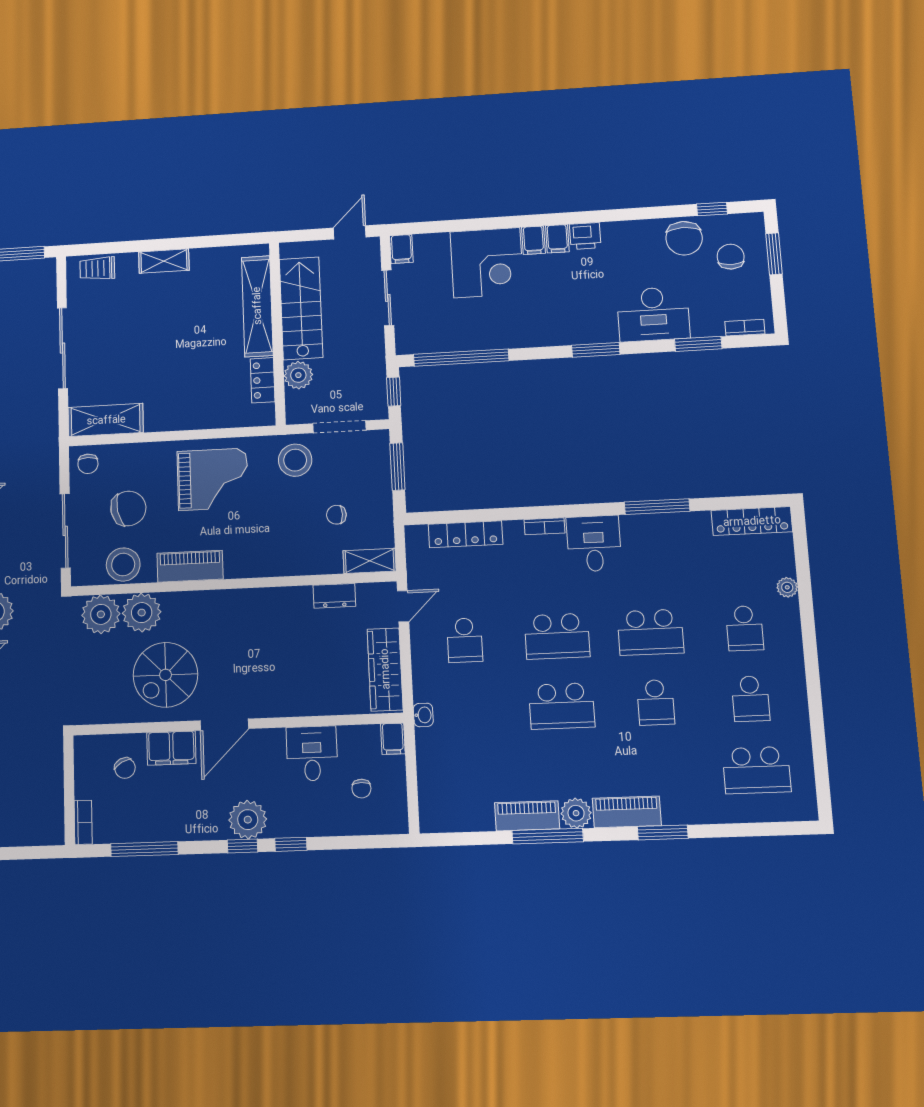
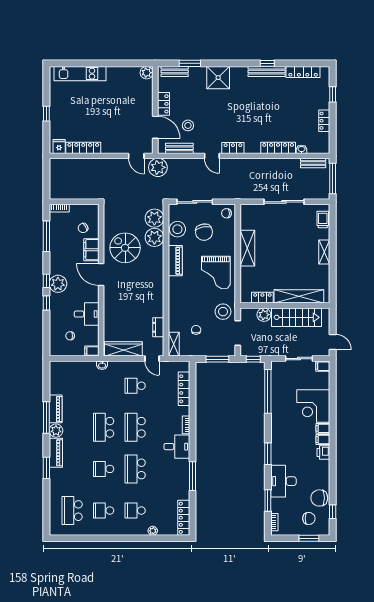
shelving: (106, 420) -> (247, 248), moved

